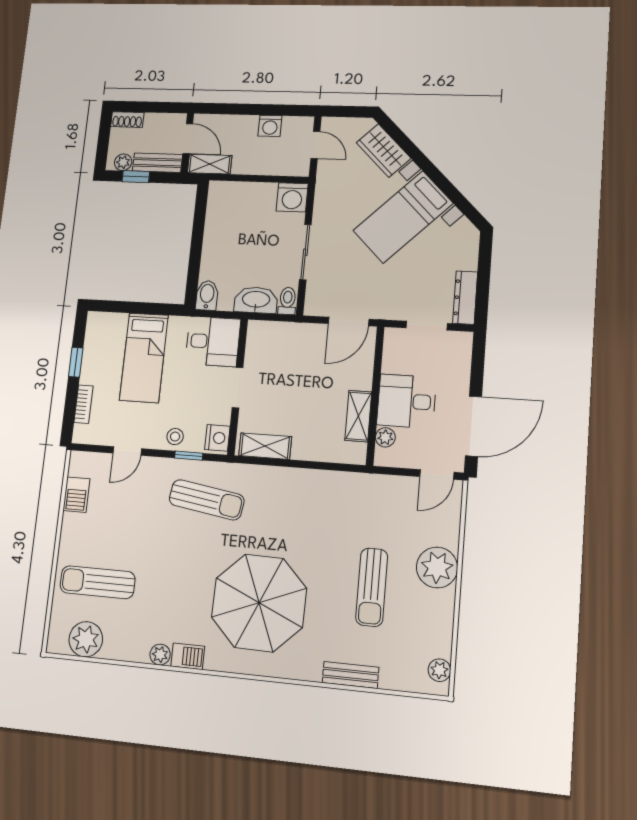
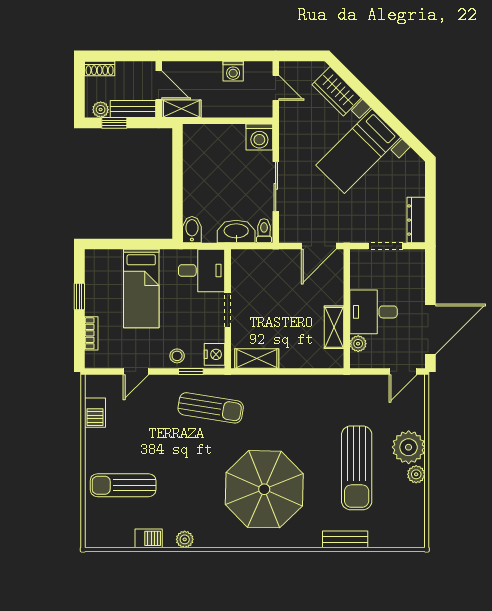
sun lounger: (372, 587) -> (357, 468), width x1.36, depth x1.34
plant: (86, 639) -> (119, 533), removed
barbecue: (188, 656) -> (149, 538), moved
plant: (439, 670) -> (416, 474), moved

